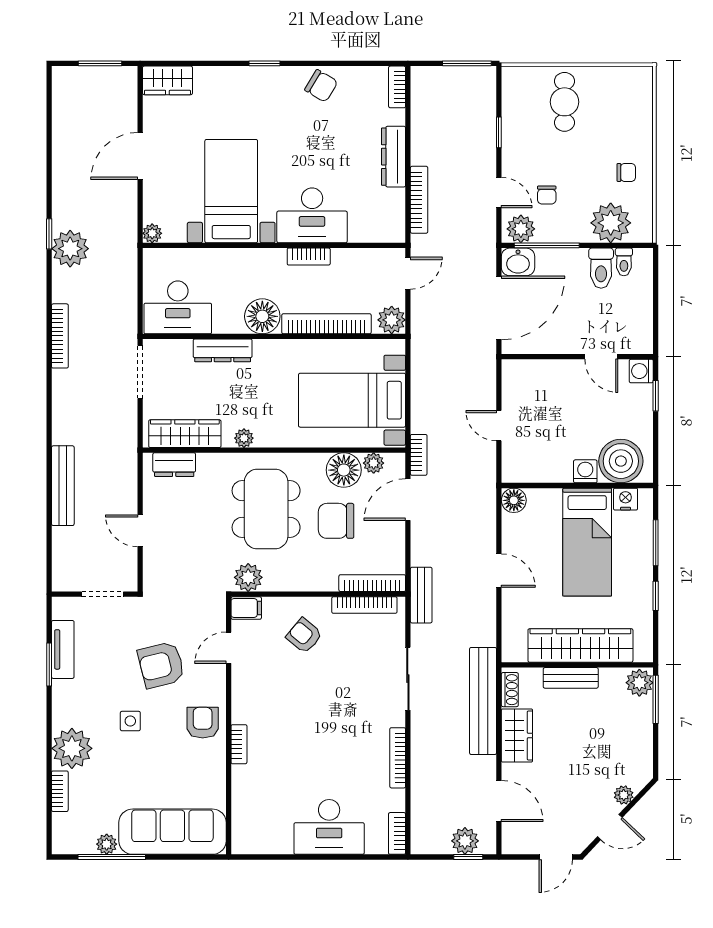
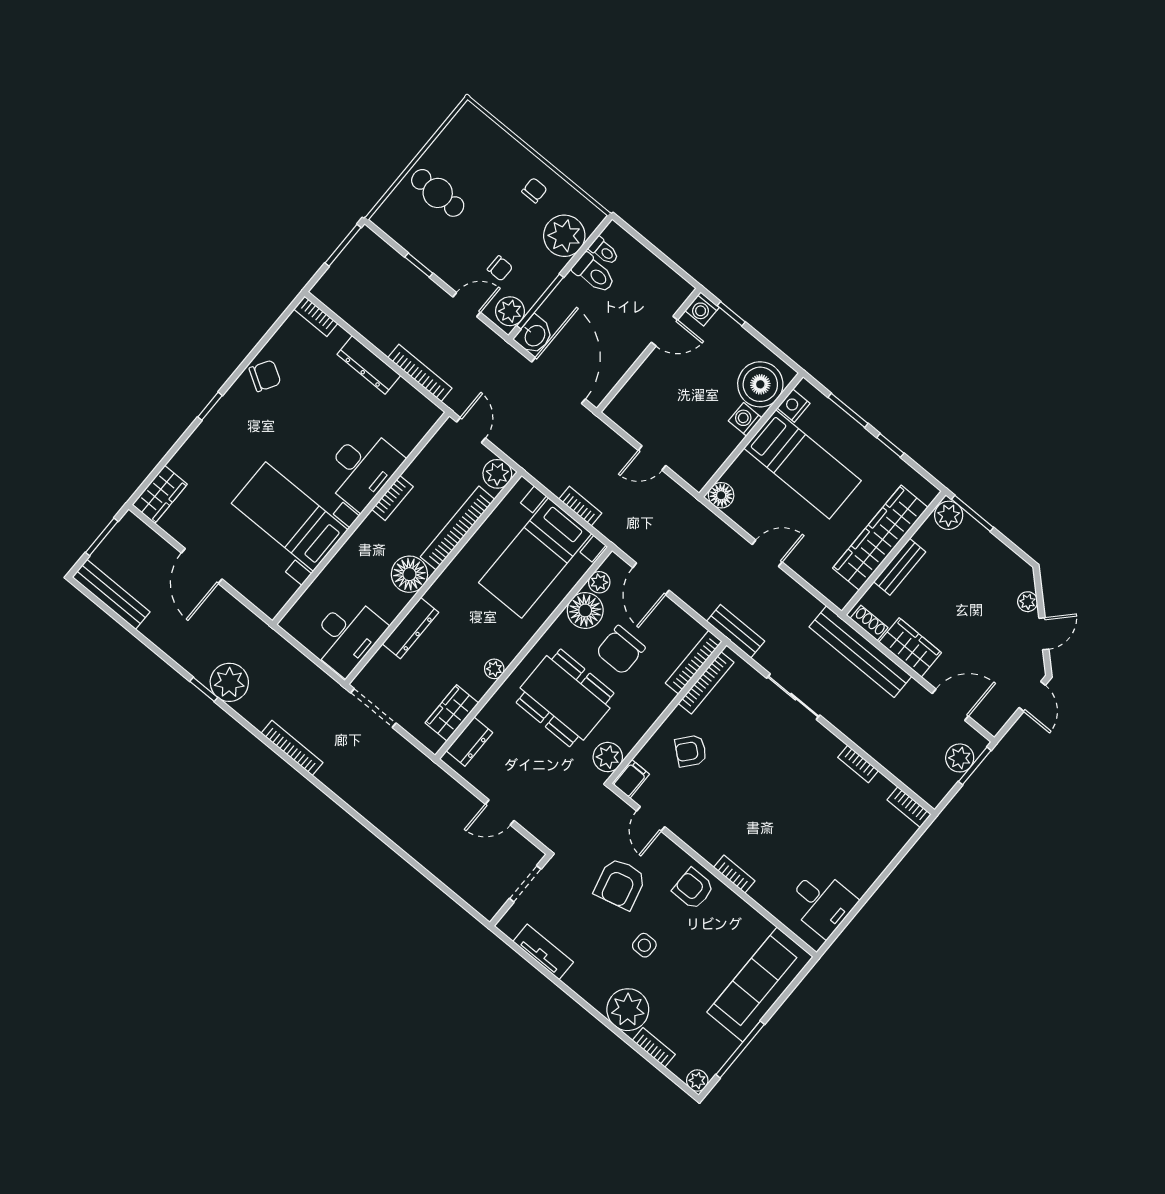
plant: (152, 233) -> (271, 607), removed
wardrobe: (185, 434) -> (452, 713), width x0.67
bookcase: (419, 455) -> (580, 506), moved
bench: (63, 486) -> (111, 594), moved
window: (49, 665) -> (546, 973), removed
bookcase: (398, 758) -> (858, 764), width x0.64
desk: (329, 827) -> (821, 903), moved, width x0.73
plant: (107, 844) -> (697, 1081), moved
window: (468, 857) -> (975, 766), width x1.50

